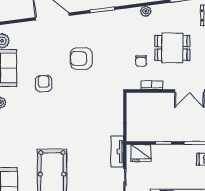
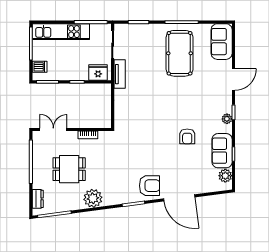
plant: (146, 11) -> (93, 198), width x1.88, depth x1.88
armchair: (81, 59) -> (149, 186), moved
chair: (141, 61) -> (98, 157), removed

